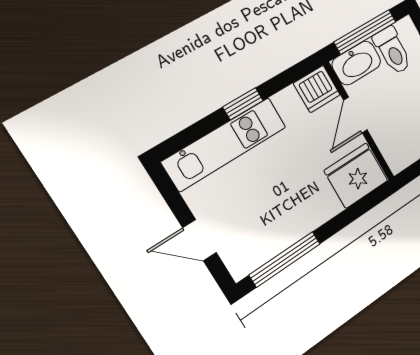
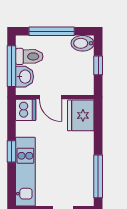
washbasin: (356, 63) -> (25, 77), width x0.72

